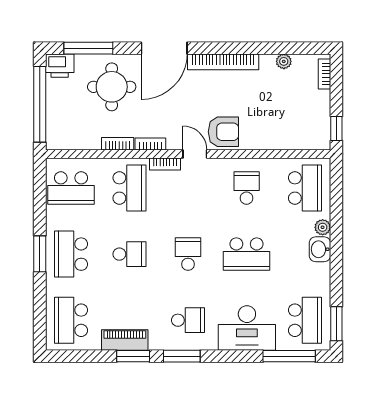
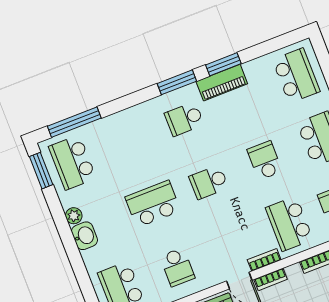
bookcase: (150, 144) -> (271, 279), moved
plant: (323, 227) -> (74, 216), moved
school desk: (130, 254) -> (265, 161), turned 90
school desk: (188, 254) -> (209, 182), turned 90
desk: (247, 328) -> (125, 133), removed
piano: (125, 340) -> (222, 83), moved

